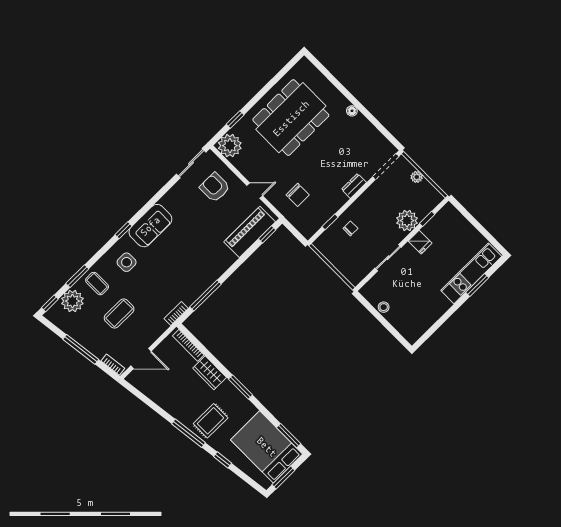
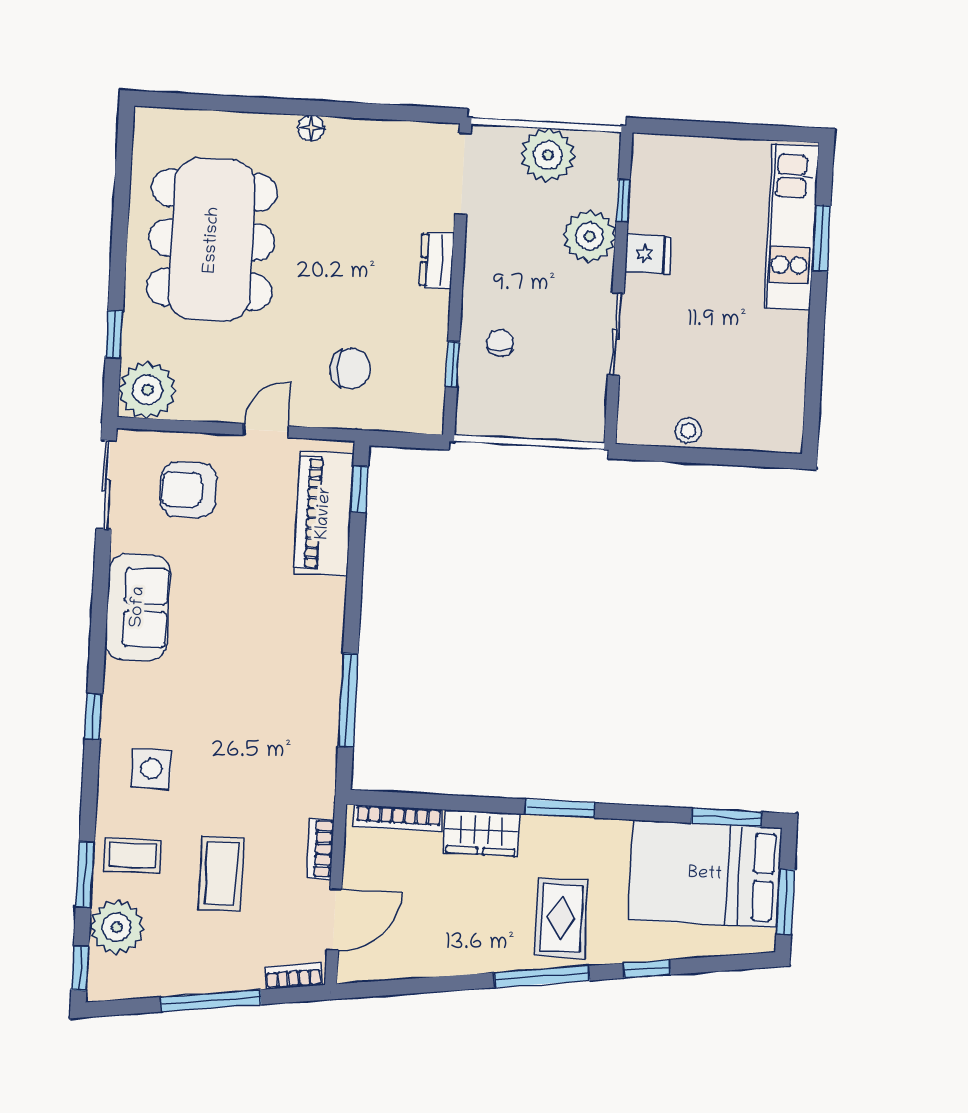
plant: (417, 177) -> (548, 155), width x1.88, depth x1.88
sofa: (150, 226) -> (138, 607), moved
bookcase: (176, 314) -> (321, 849), moved

